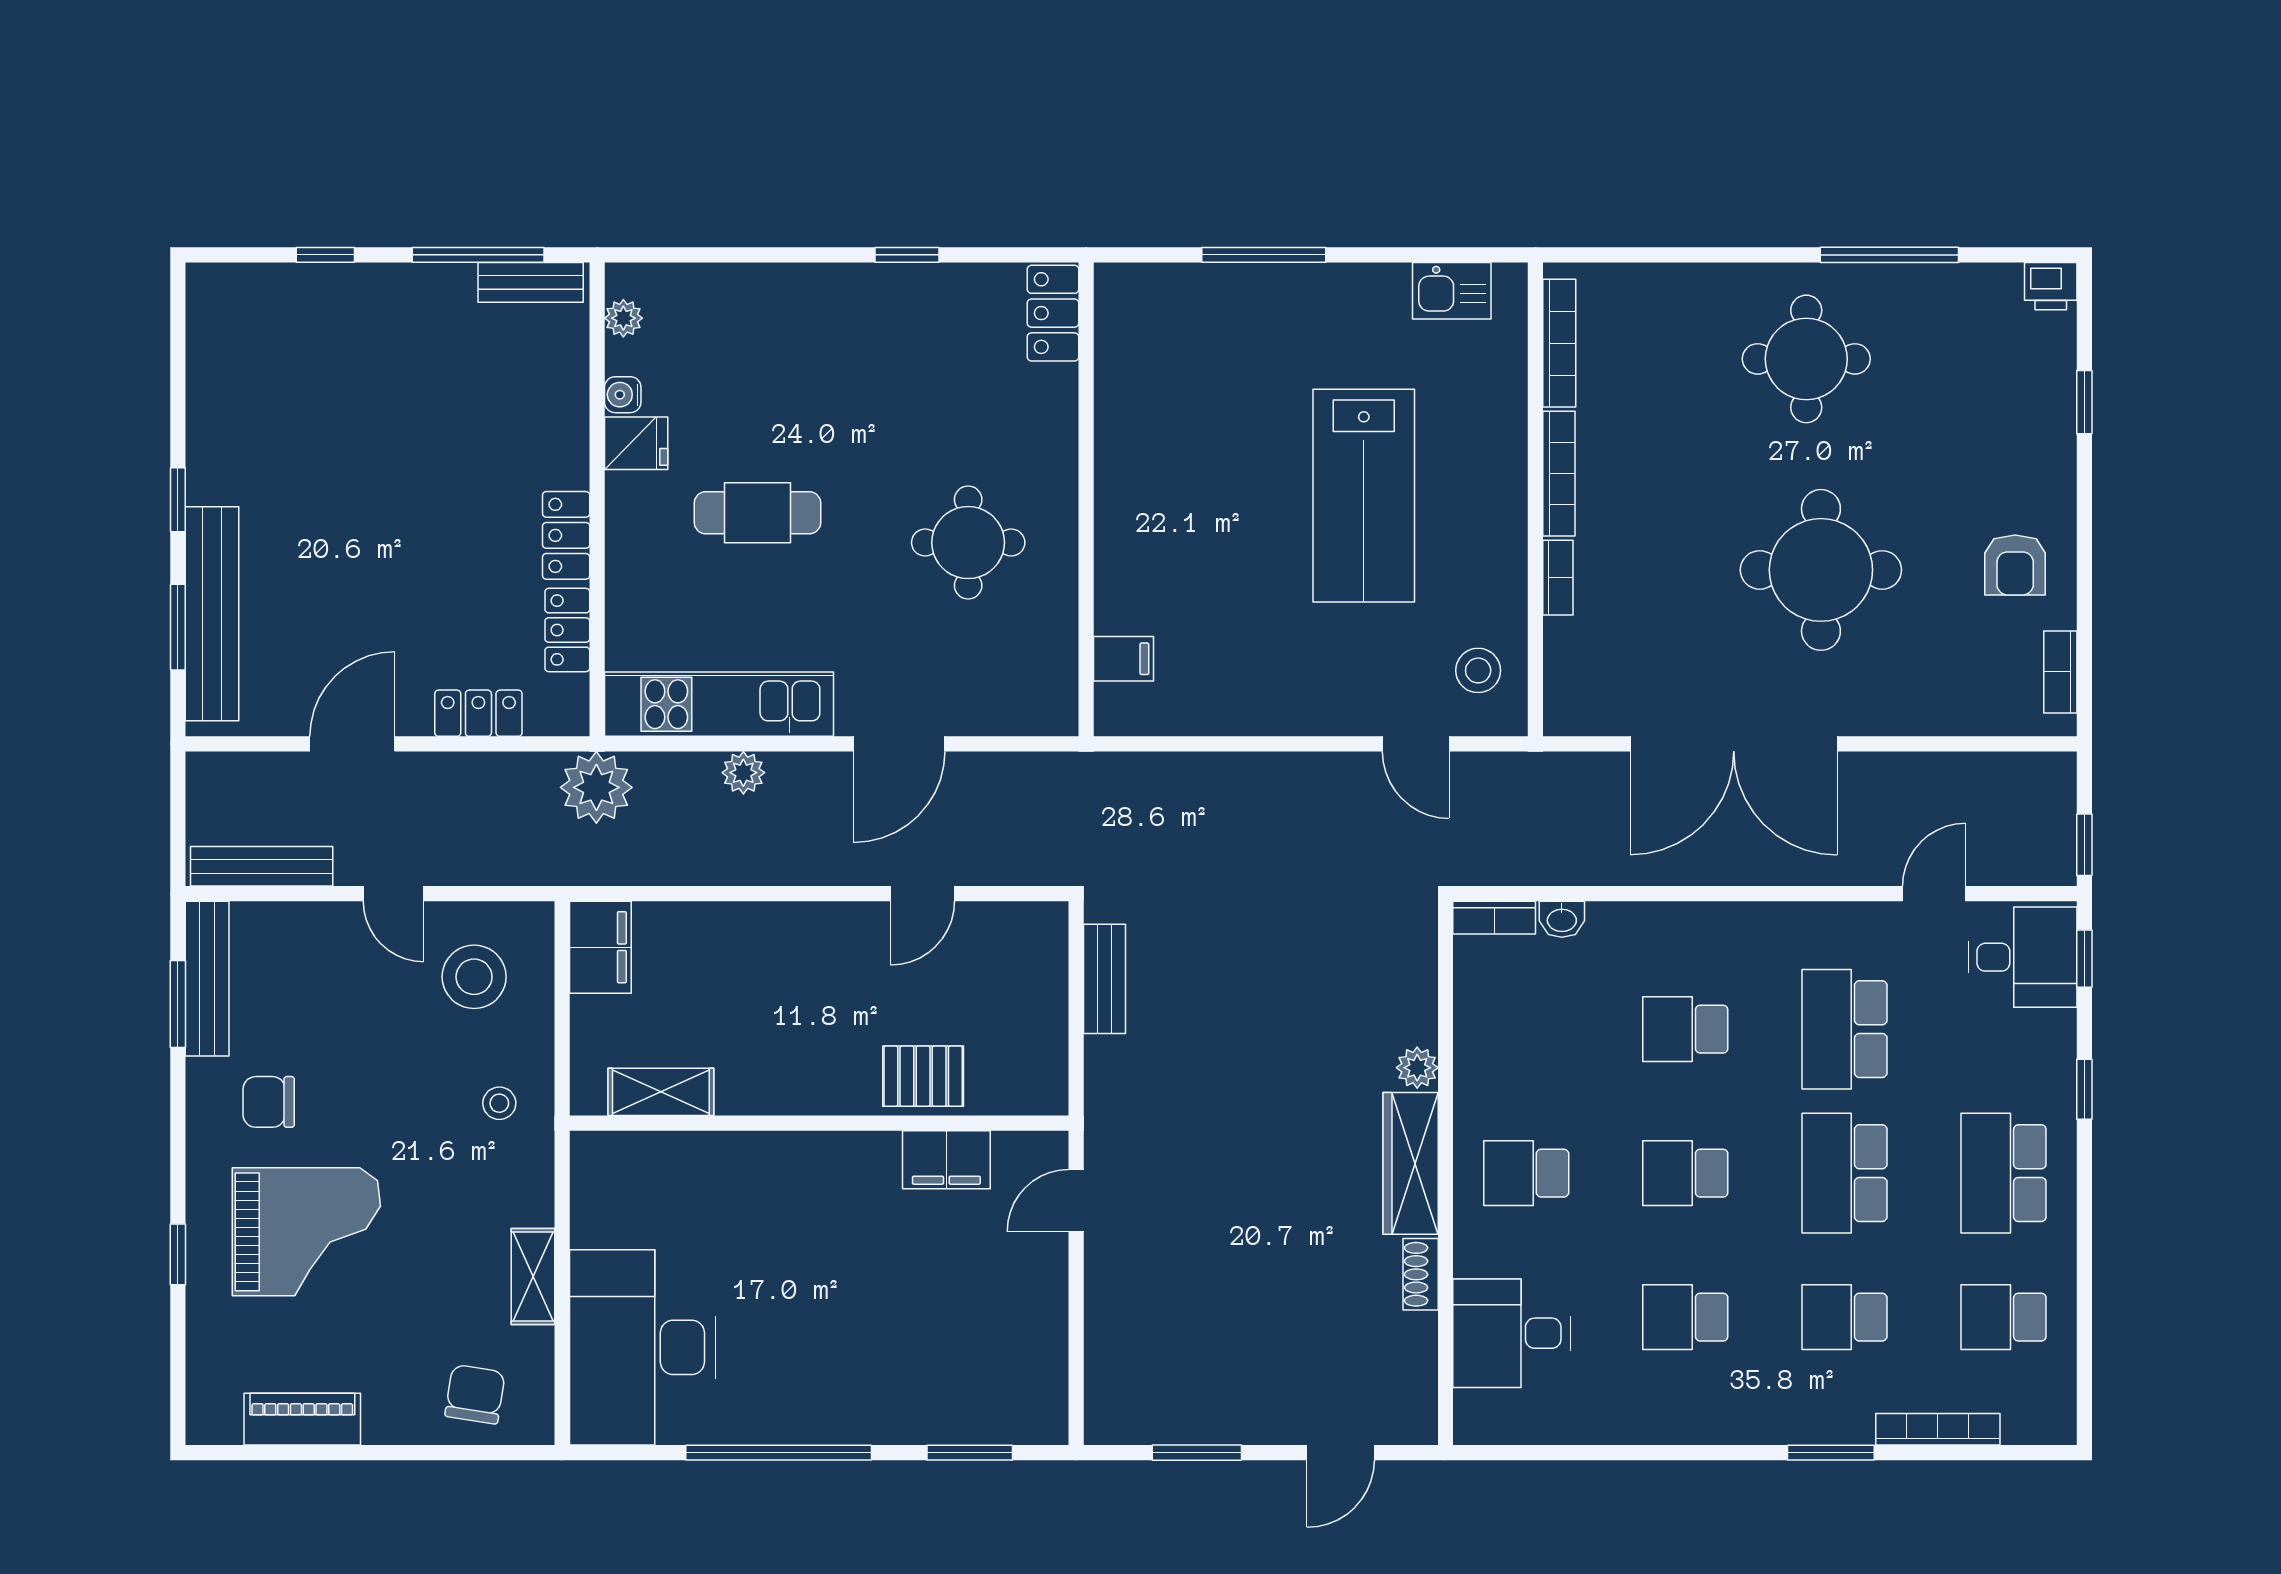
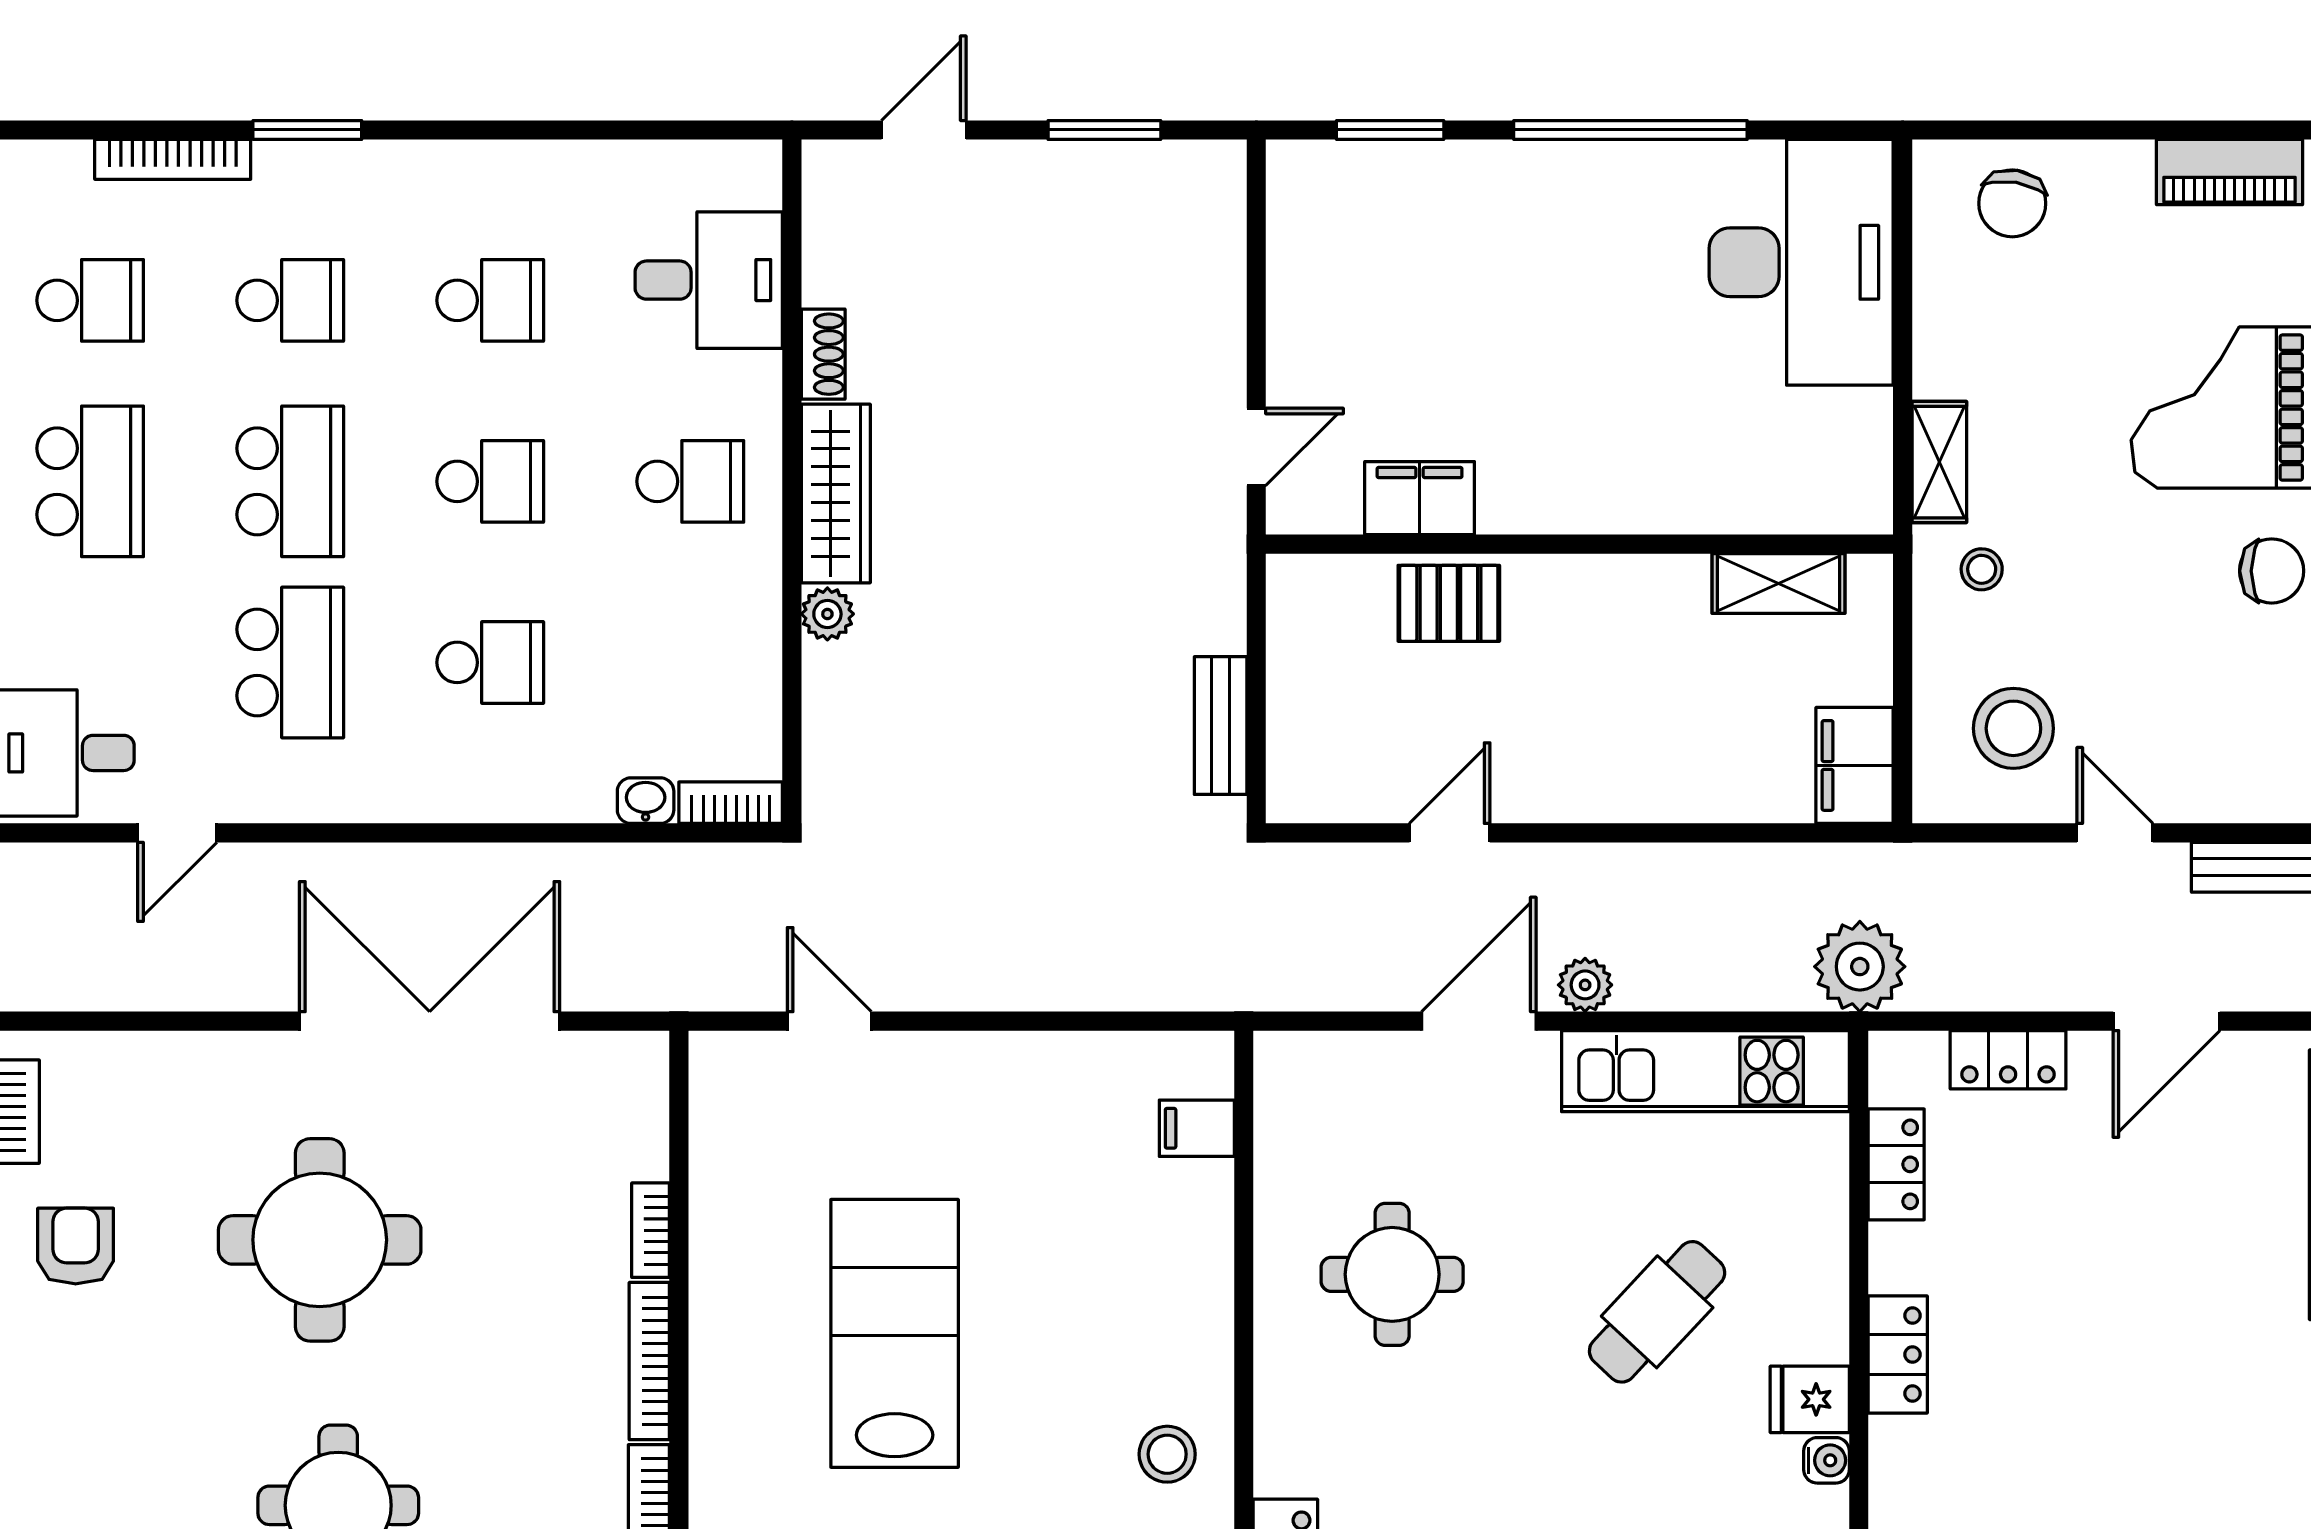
cafe table: (757, 513) -> (1657, 1312), turned -47
locker: (566, 535) -> (1898, 1355), moved
stool: (1478, 670) -> (1167, 1454), moved
plant: (743, 773) -> (1585, 985), moved
shelving: (533, 1276) -> (1939, 462), moved

